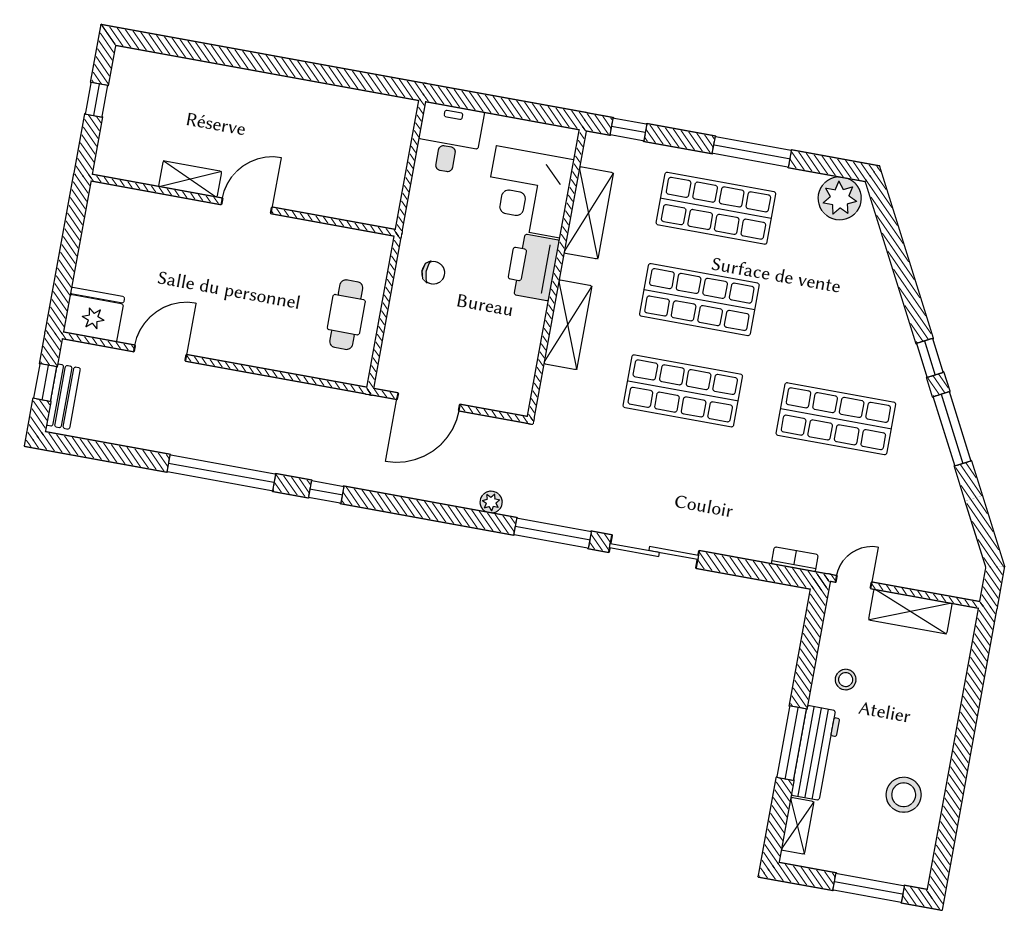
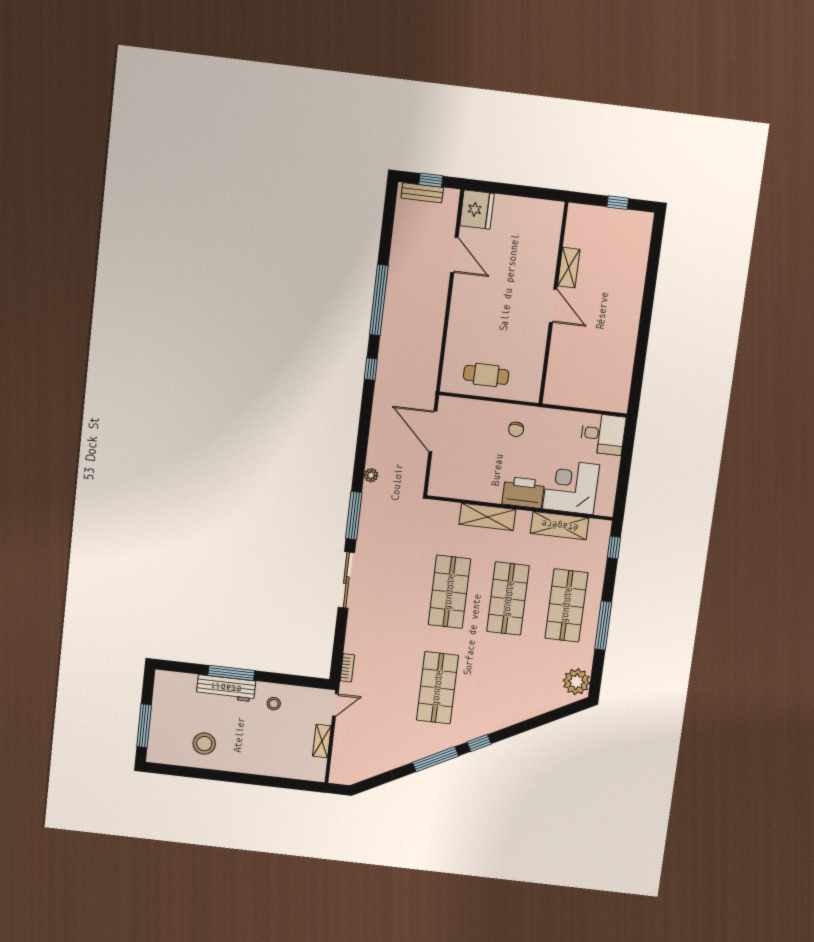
door: (854, 582) -> (335, 705), hinge flipped
shelving: (910, 611) -> (322, 741), width x0.67, depth x0.75
shelving: (797, 826) -> (179, 680), removed

